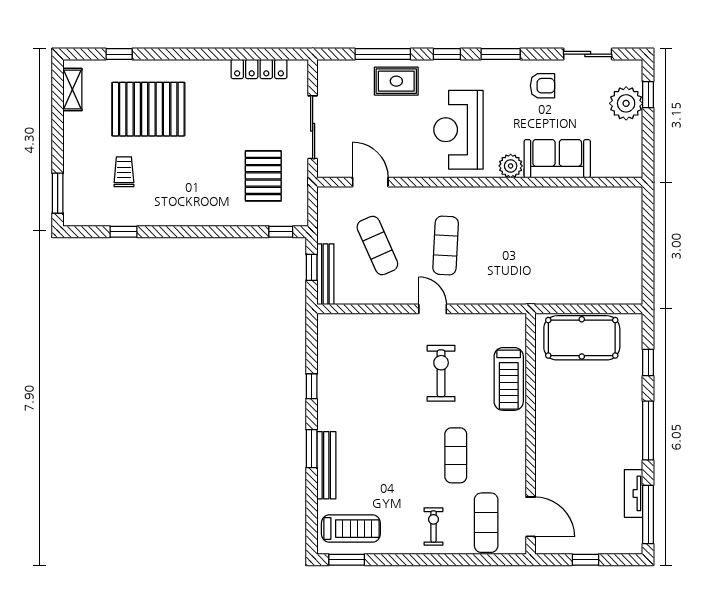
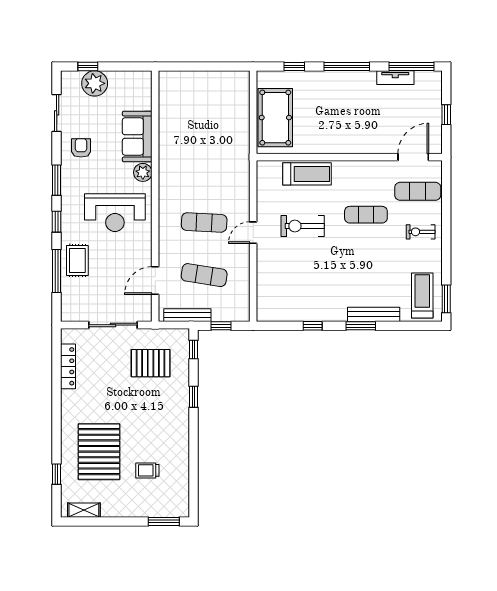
window: (124, 232) -> (194, 397), moved
exercise mat: (377, 246) -> (204, 275), turned 33
bench: (325, 274) -> (187, 315), moved

